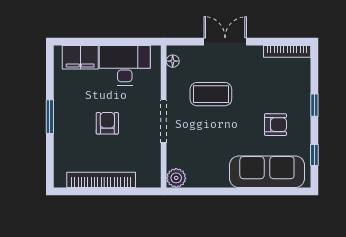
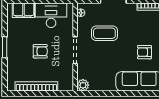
armchair: (107, 123) -> (40, 51), turned 90
armchair: (276, 125) -> (144, 52), turned 180

